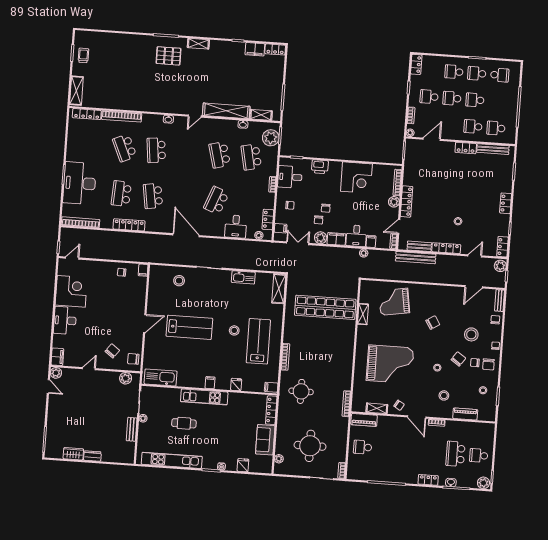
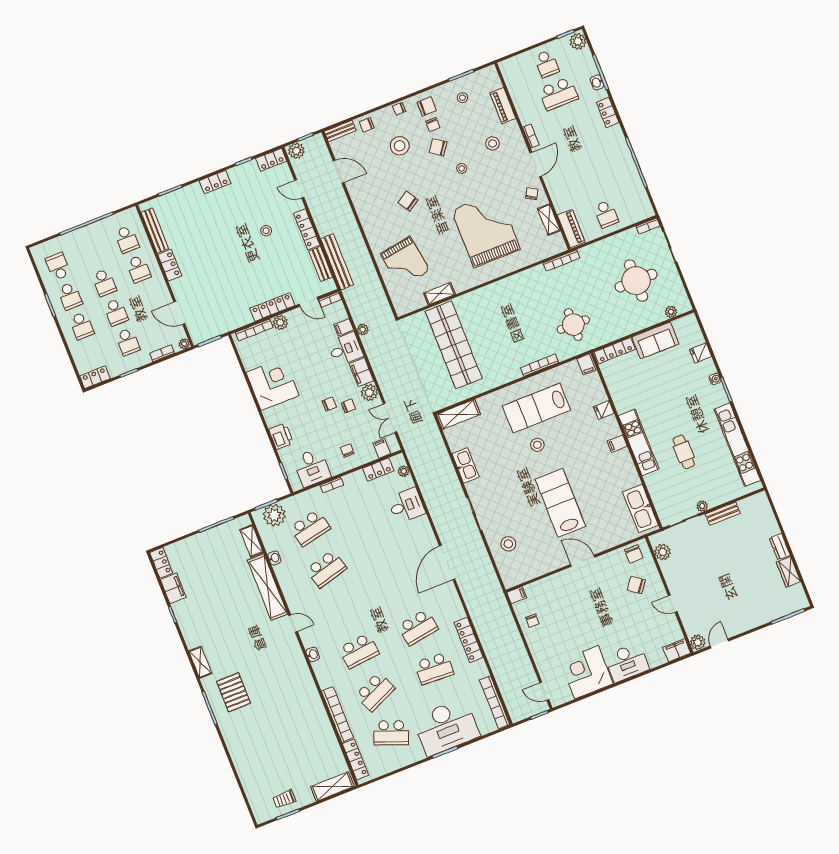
school desk: (216, 200) -> (391, 733), moved

